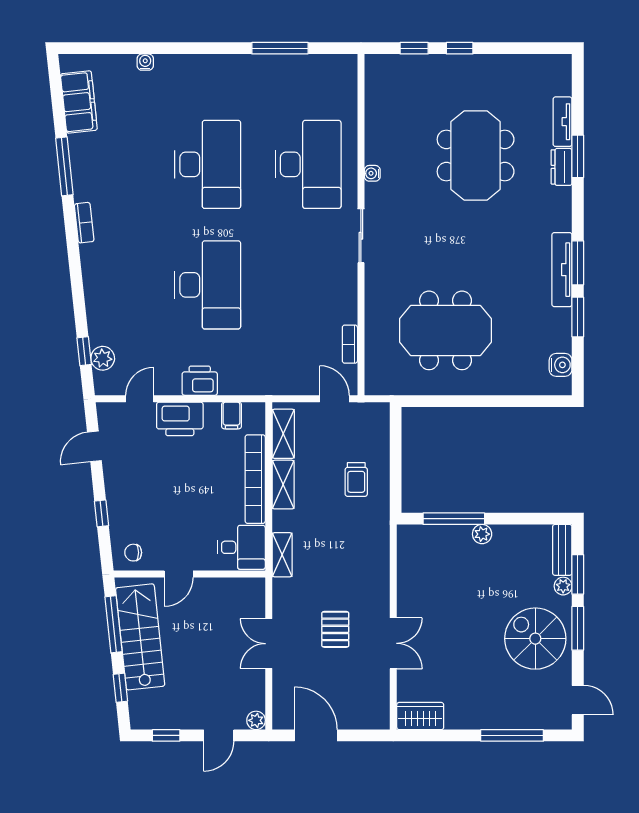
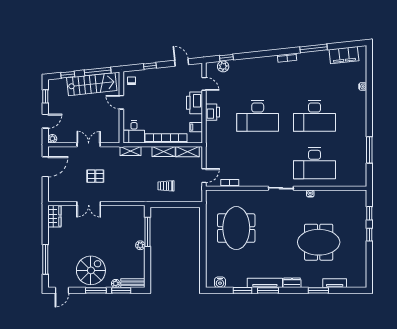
dresser: (562, 167) -> (292, 283), moved
door: (219, 735) -> (45, 121), swing flipped

